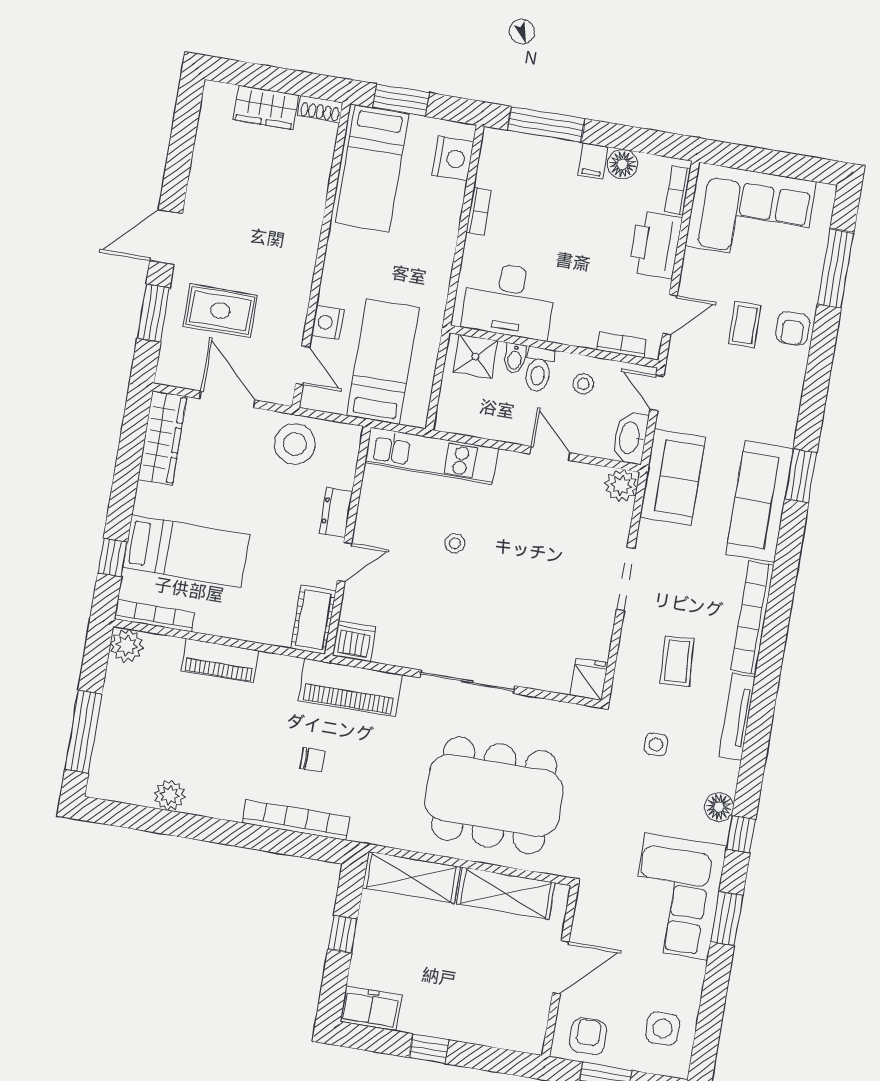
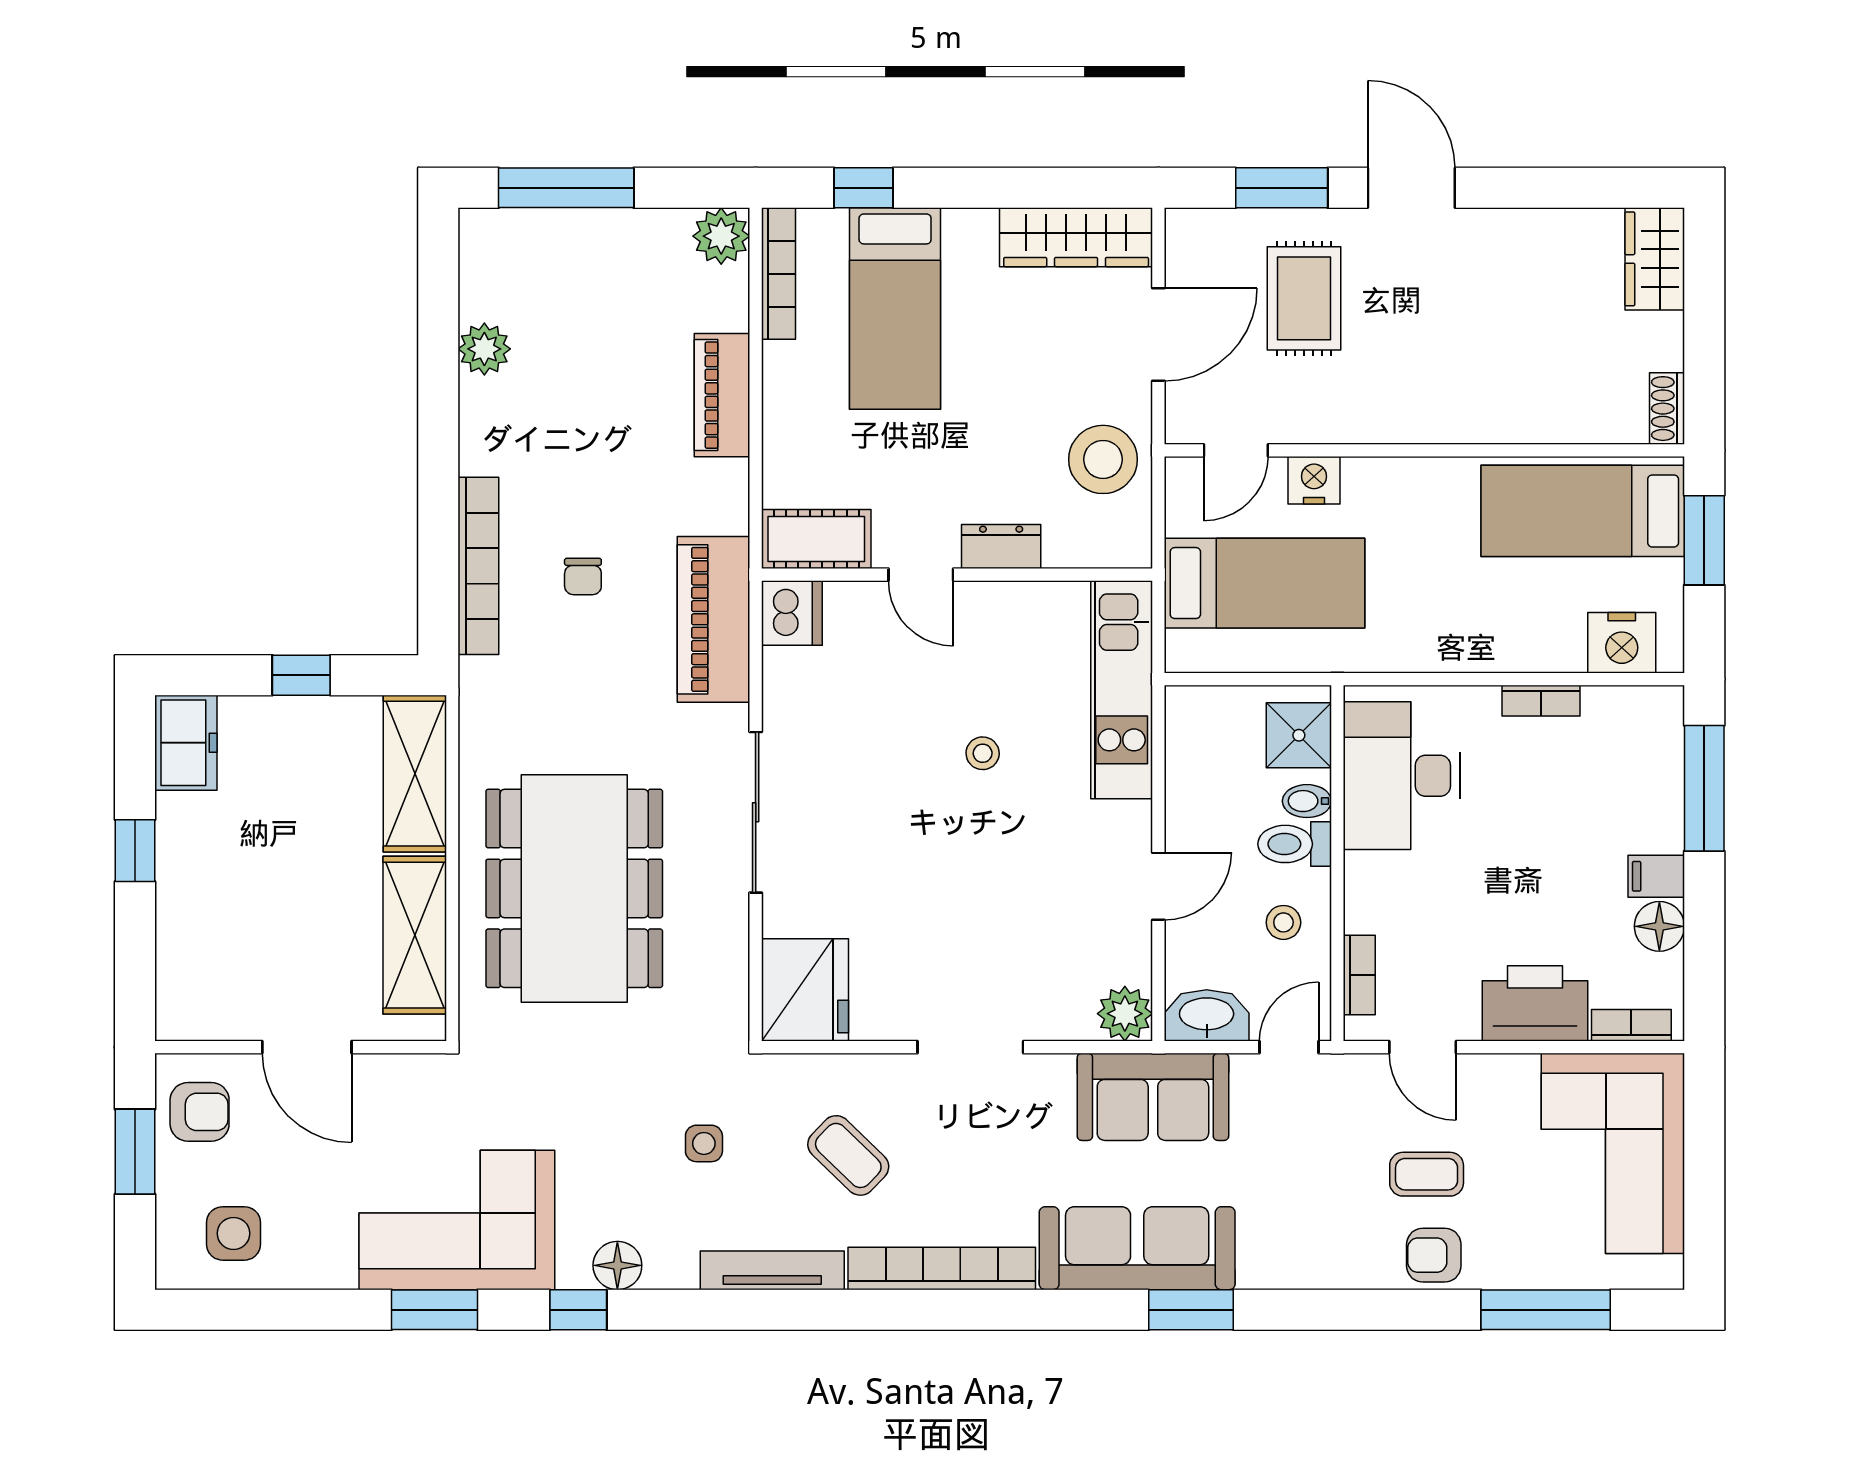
wardrobe: (266, 107) -> (1655, 259), moved
coffee table: (677, 661) -> (848, 1155), turned 48
fridge: (589, 679) -> (805, 990), width x1.88, depth x1.34

